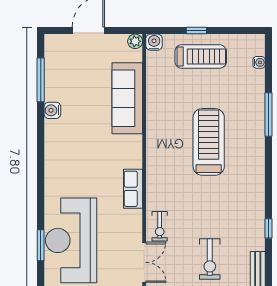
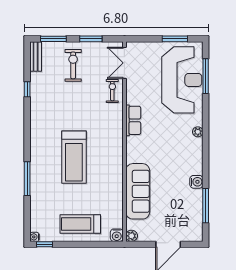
window: (196, 31) -> (45, 244), moved
water cooler: (259, 62) -> (35, 237), moved
plant: (51, 174) -> (198, 132), added
window: (41, 245) -> (206, 76), width x1.44

